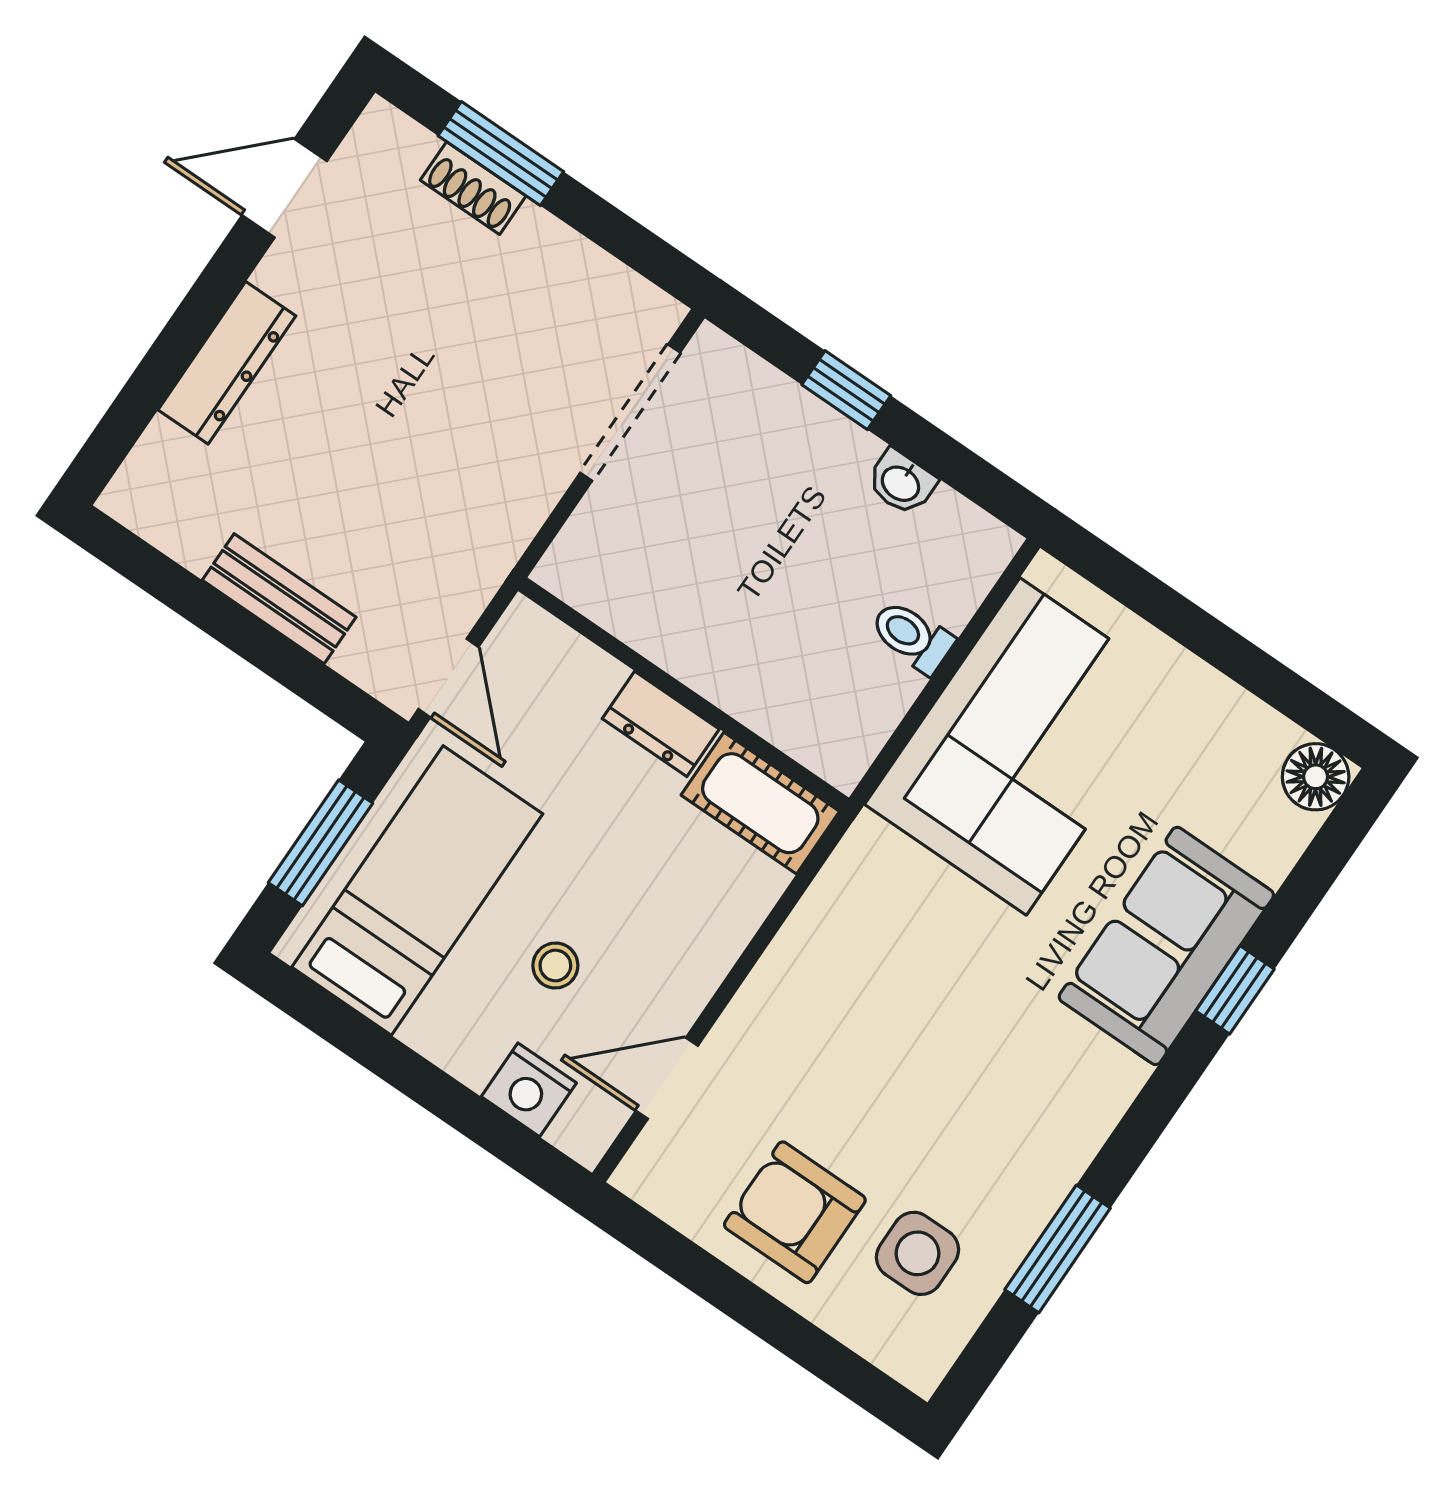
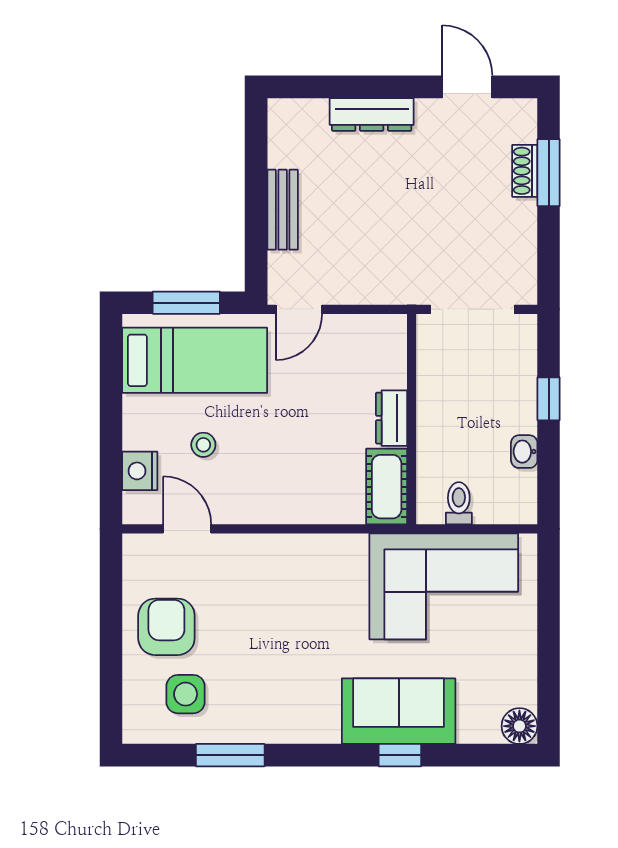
wall: (683, 694) -> (412, 419), moved
dresser: (661, 724) -> (392, 418), moved
cot: (760, 803) -> (387, 487), moved

